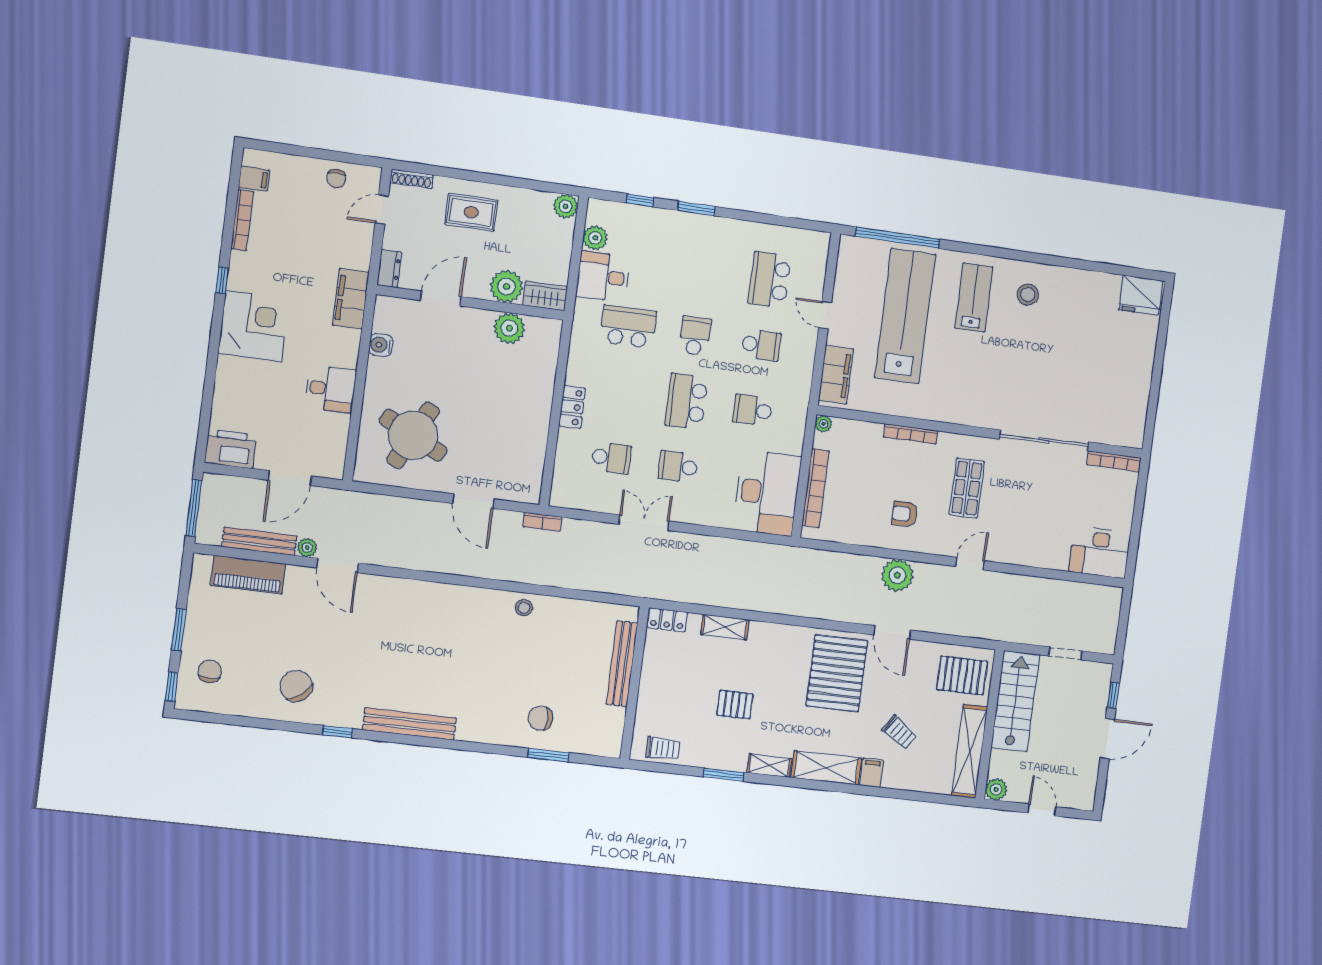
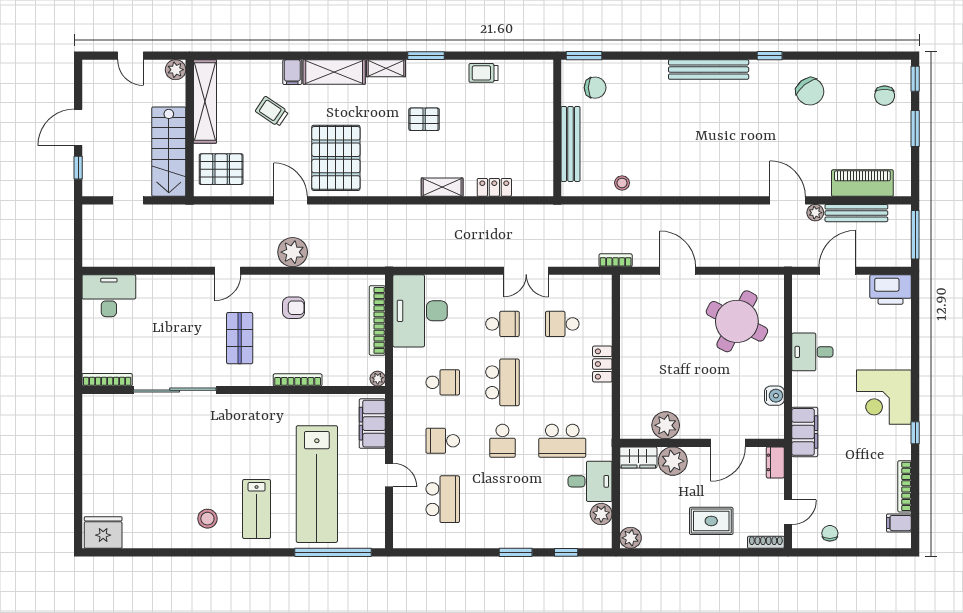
bench: (622, 664) -> (571, 144), moved
wall: (634, 683) -> (557, 128), moved

